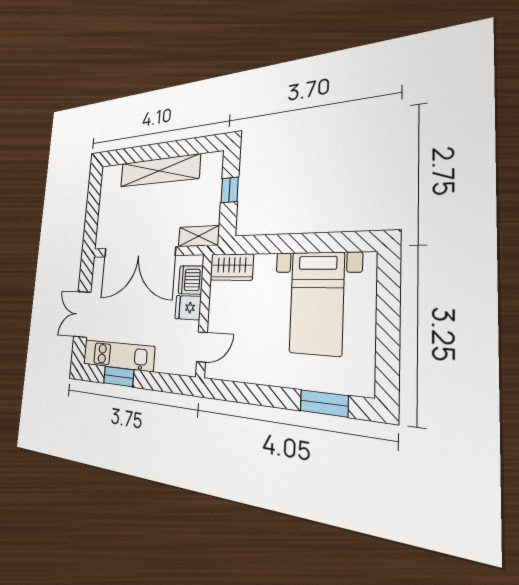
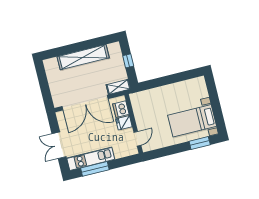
wardrobe: (232, 267) -> (141, 98), removed
bed with nightstands: (317, 303) -> (192, 121), moved, turned 90
window: (119, 376) -> (95, 169), width x1.44

